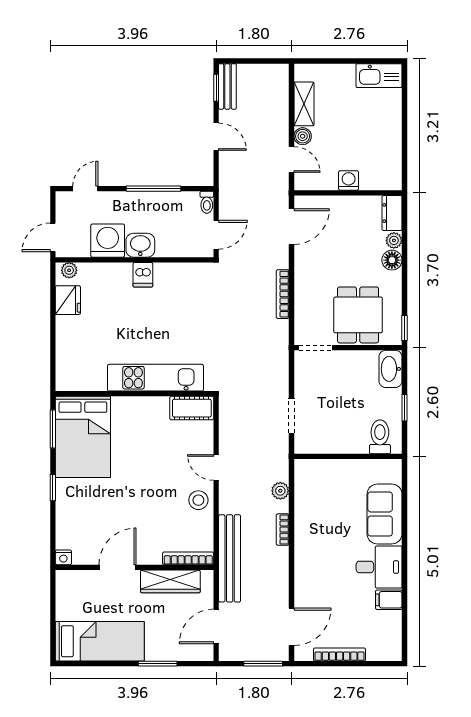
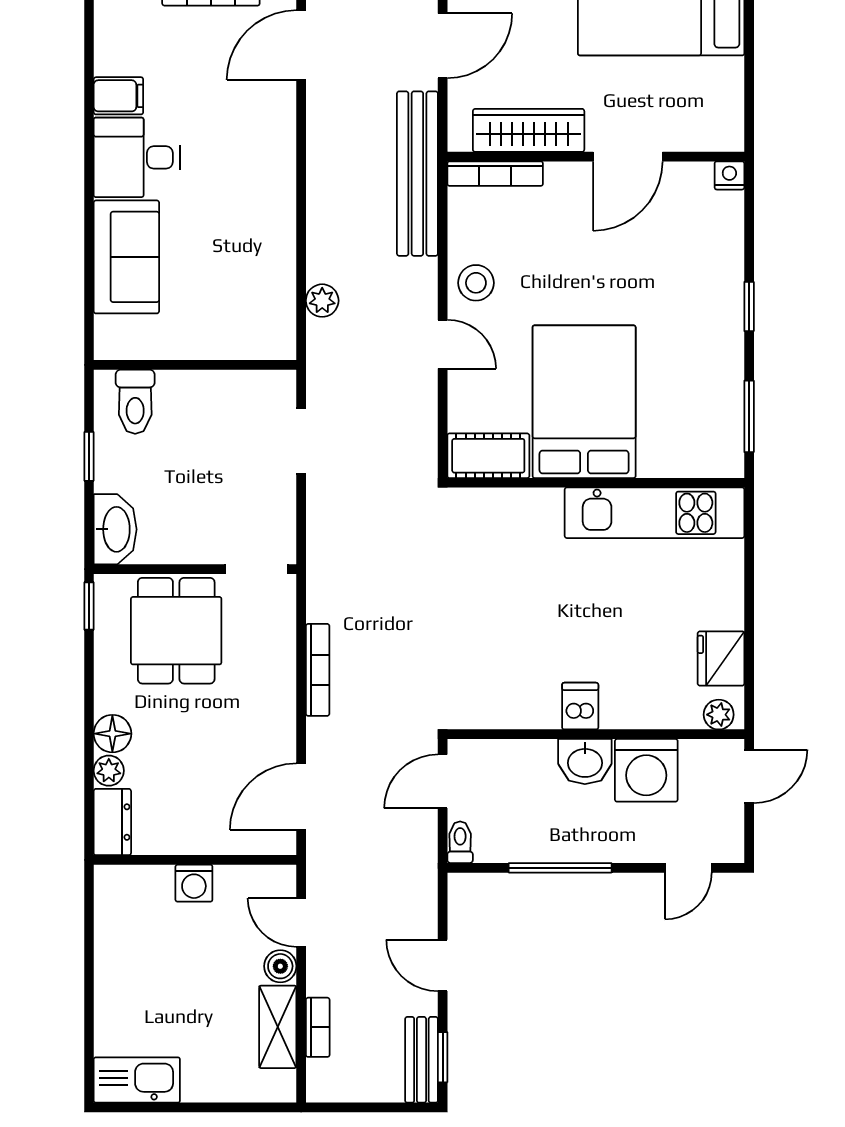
kitchen unit: (155, 378) -> (655, 513), moved
bed: (83, 437) -> (584, 402), moved
bookcase: (283, 530) -> (318, 1027), moved

